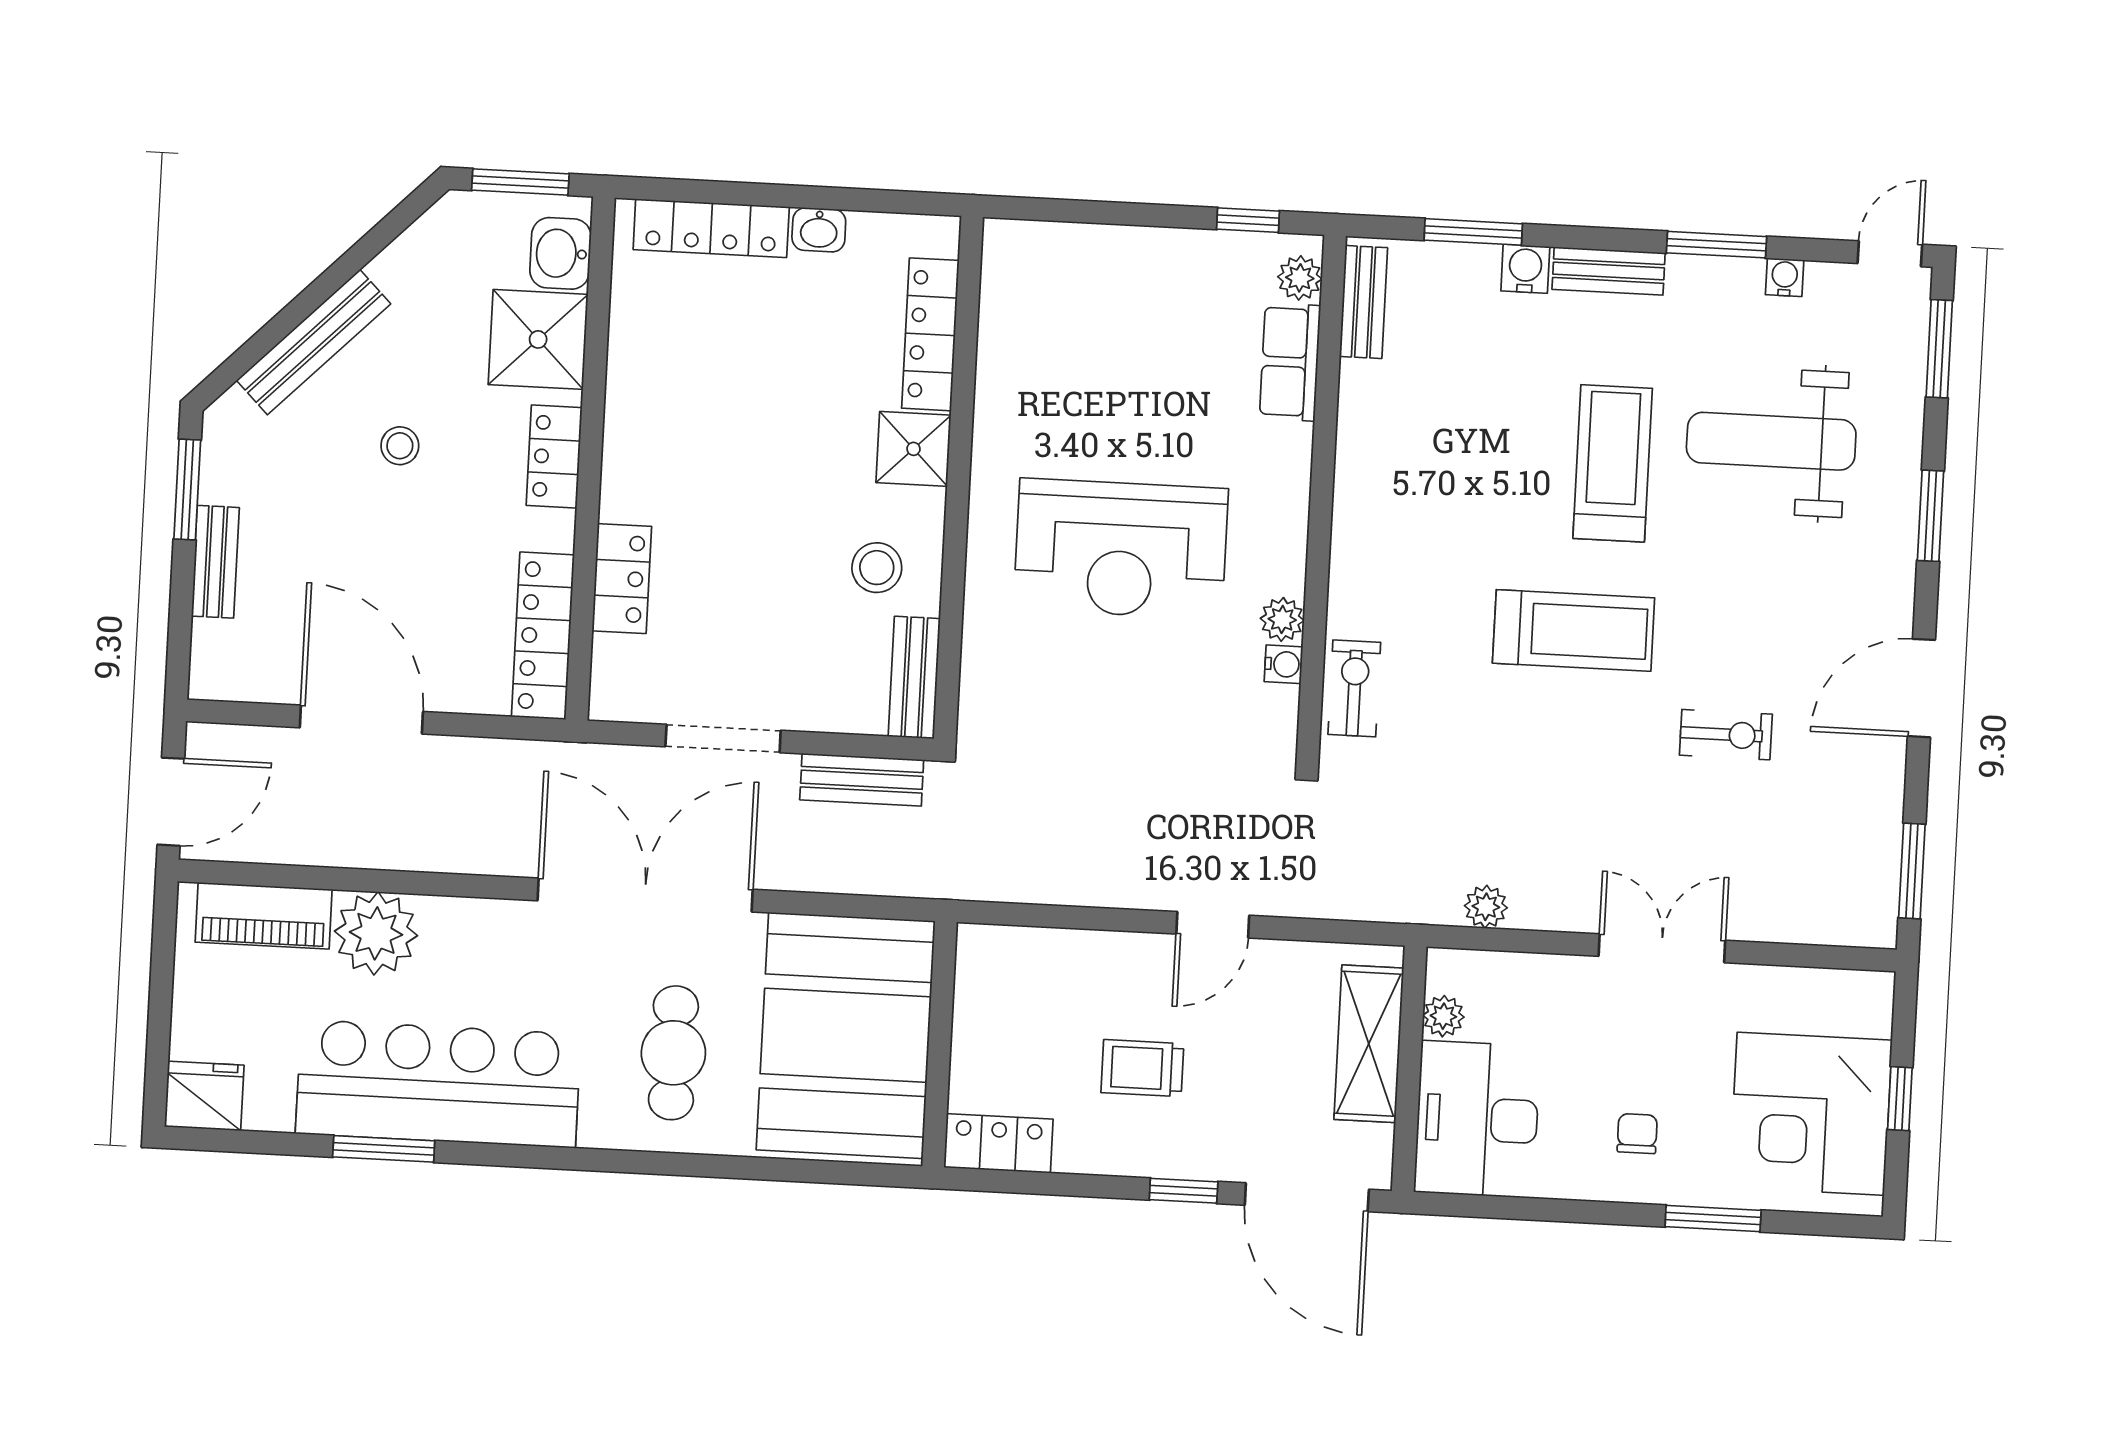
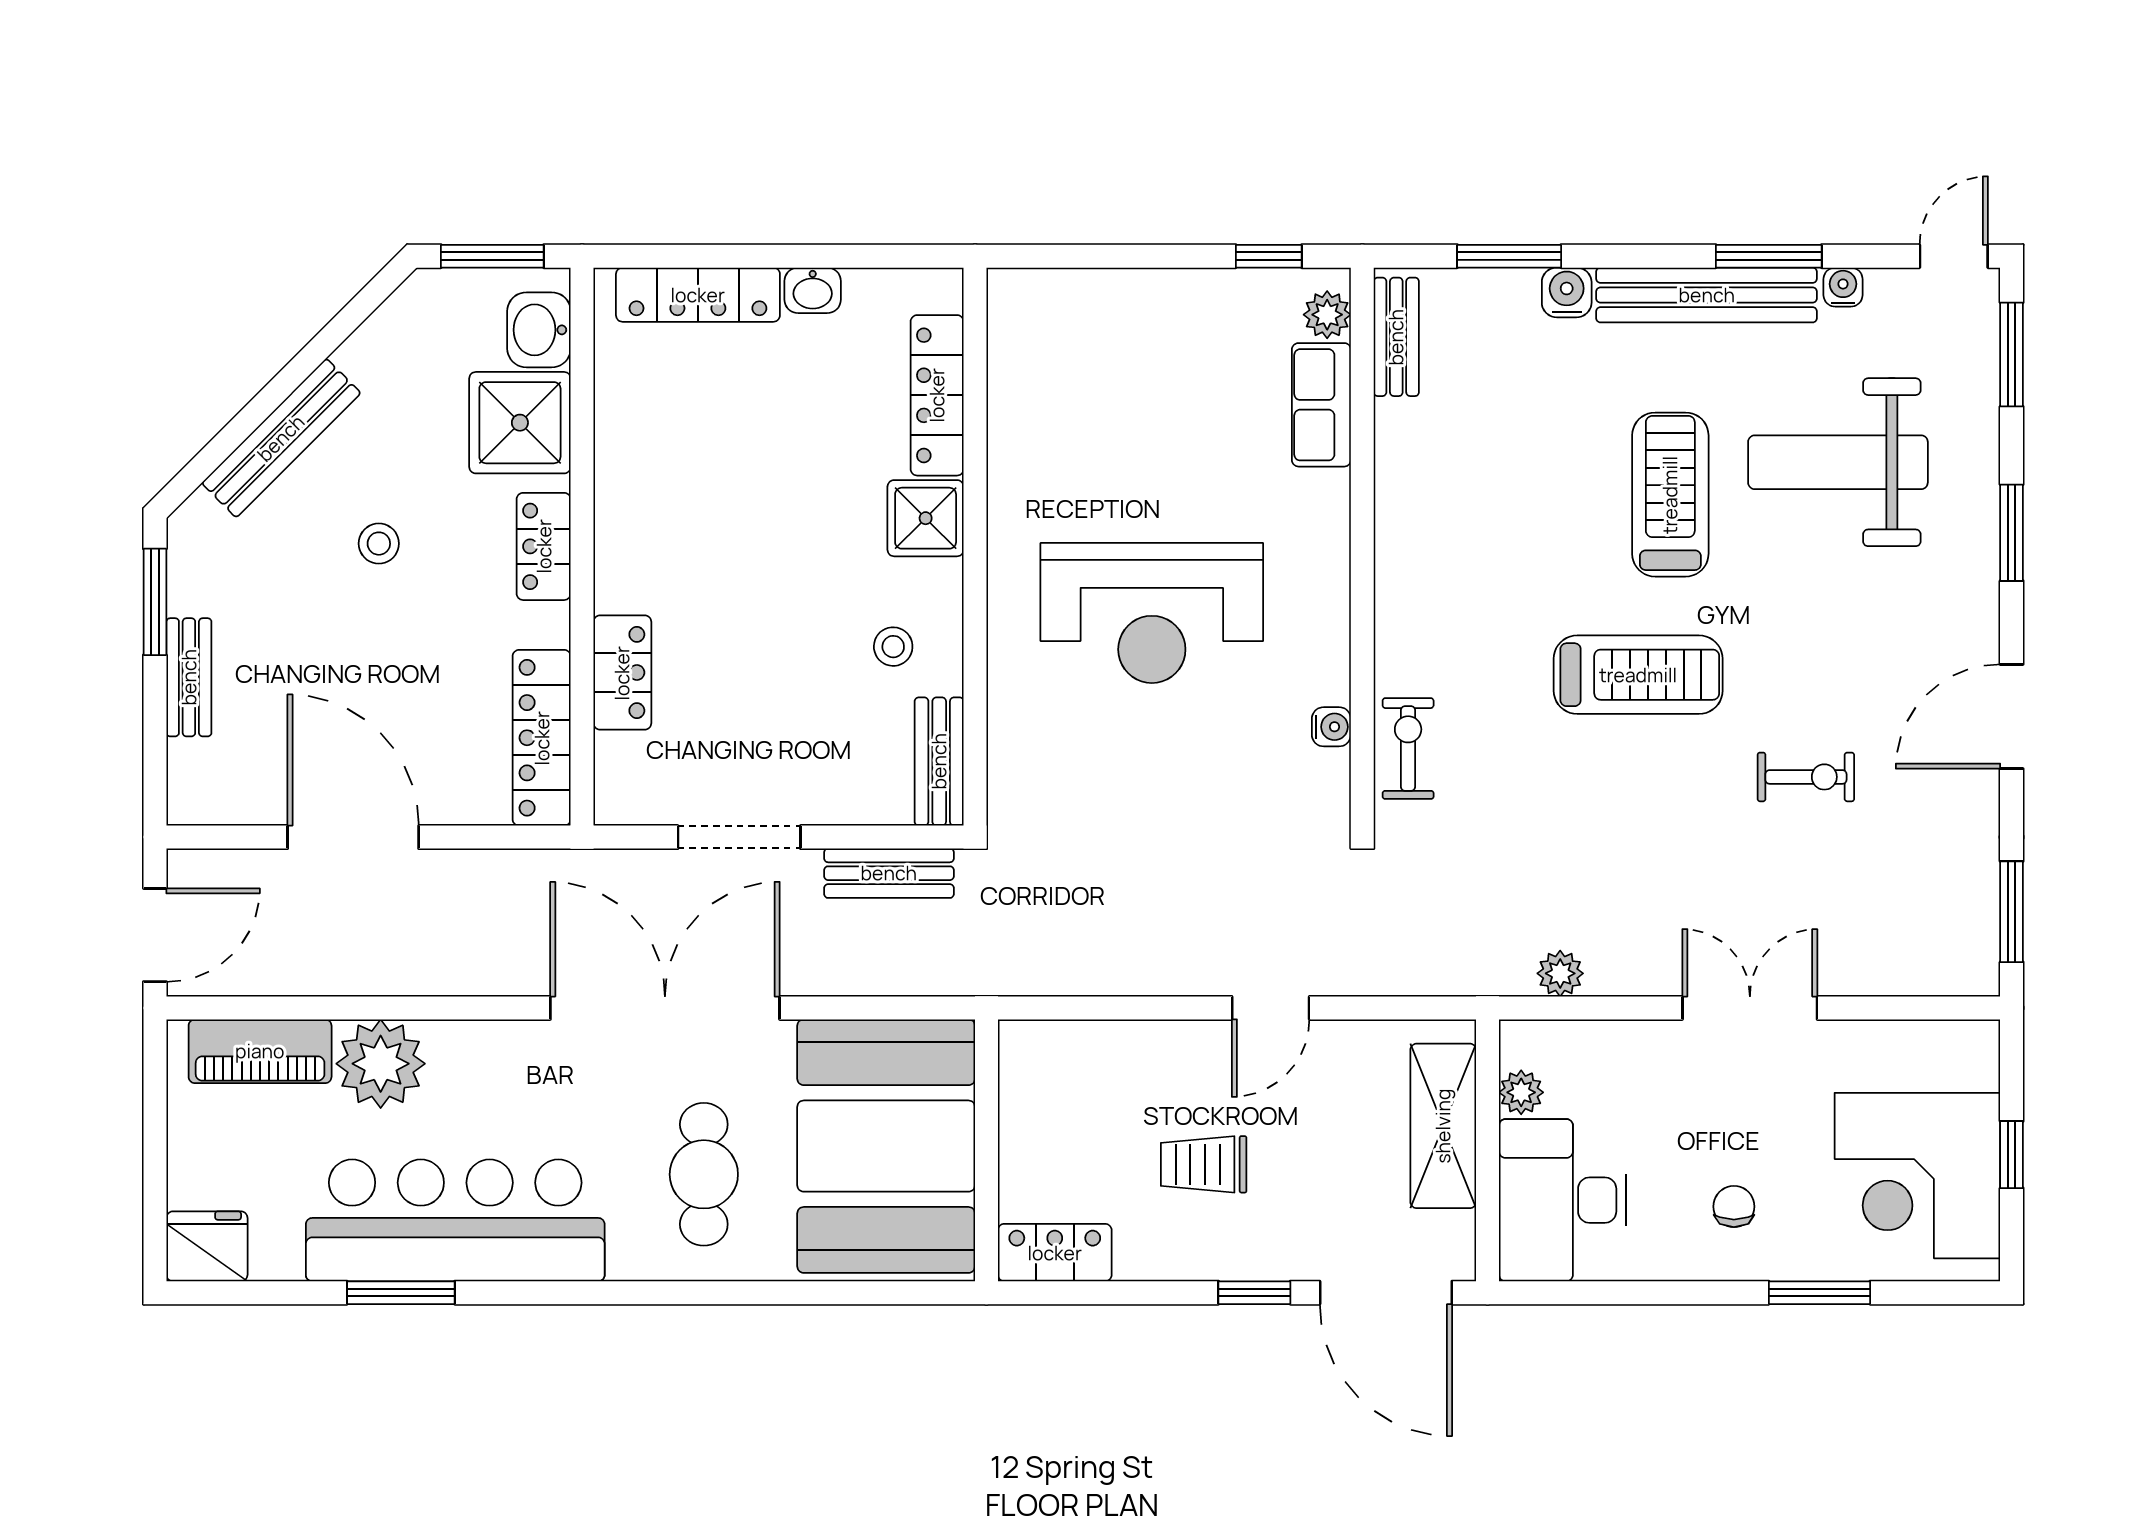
bench: (1609, 271) -> (1707, 295), width x1.86, depth x1.21
stool: (877, 568) -> (893, 647), width x0.73, depth x0.73
plant: (1282, 619) -> (1327, 679), removed

